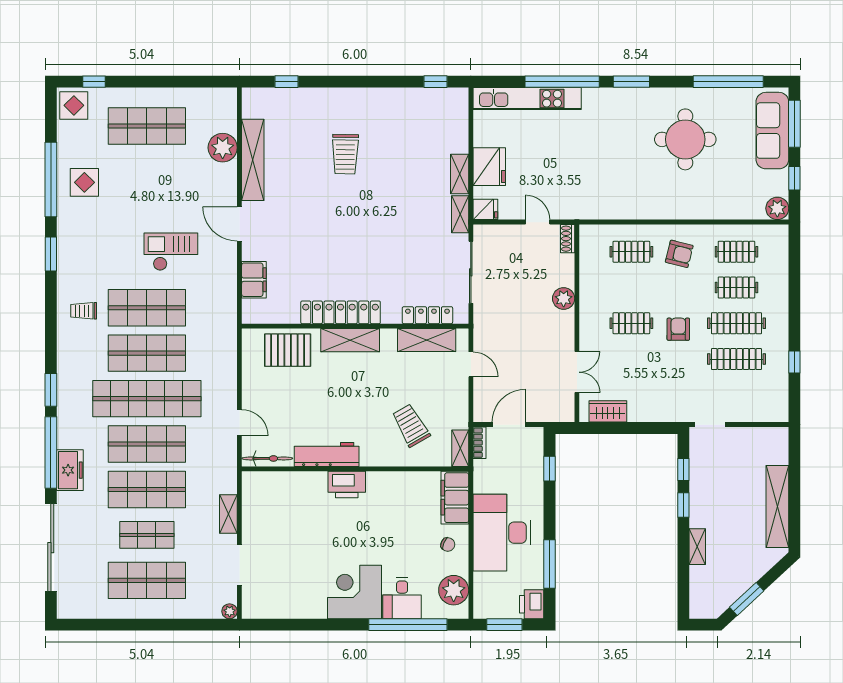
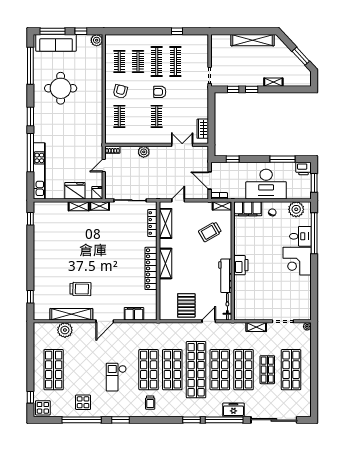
trolley: (345, 154) -> (80, 289), moved
checkout: (171, 252) -> (116, 377), moved
pallet: (288, 350) -> (186, 305), moved

